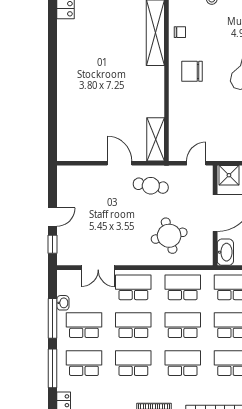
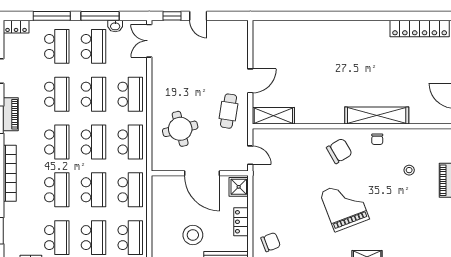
chair: (192, 71) -> (339, 151), turned 60
washbasin: (225, 252) -> (164, 183), removed
double door: (98, 268) -> (149, 41), moved

